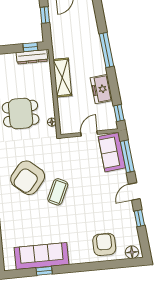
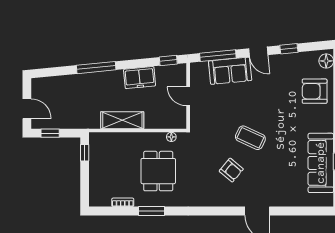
dresser: (32, 57) -> (96, 152), removed
sofa: (112, 152) -> (230, 71), moved
armchair: (28, 178) -> (231, 170), width x0.53, depth x0.53

